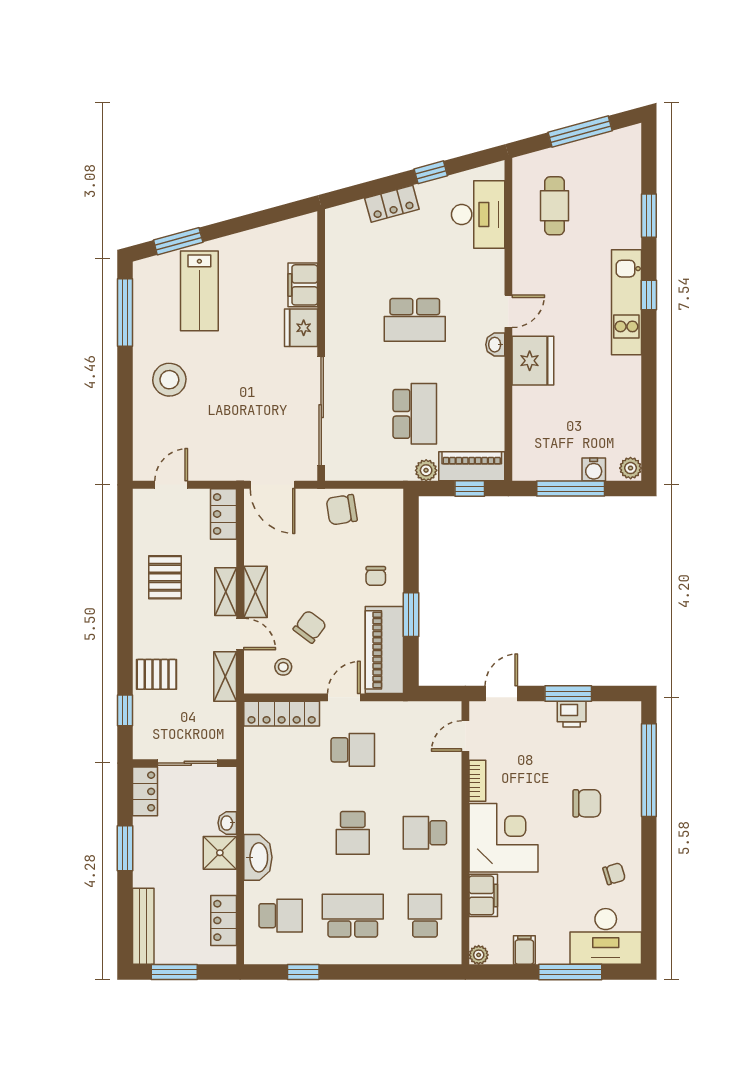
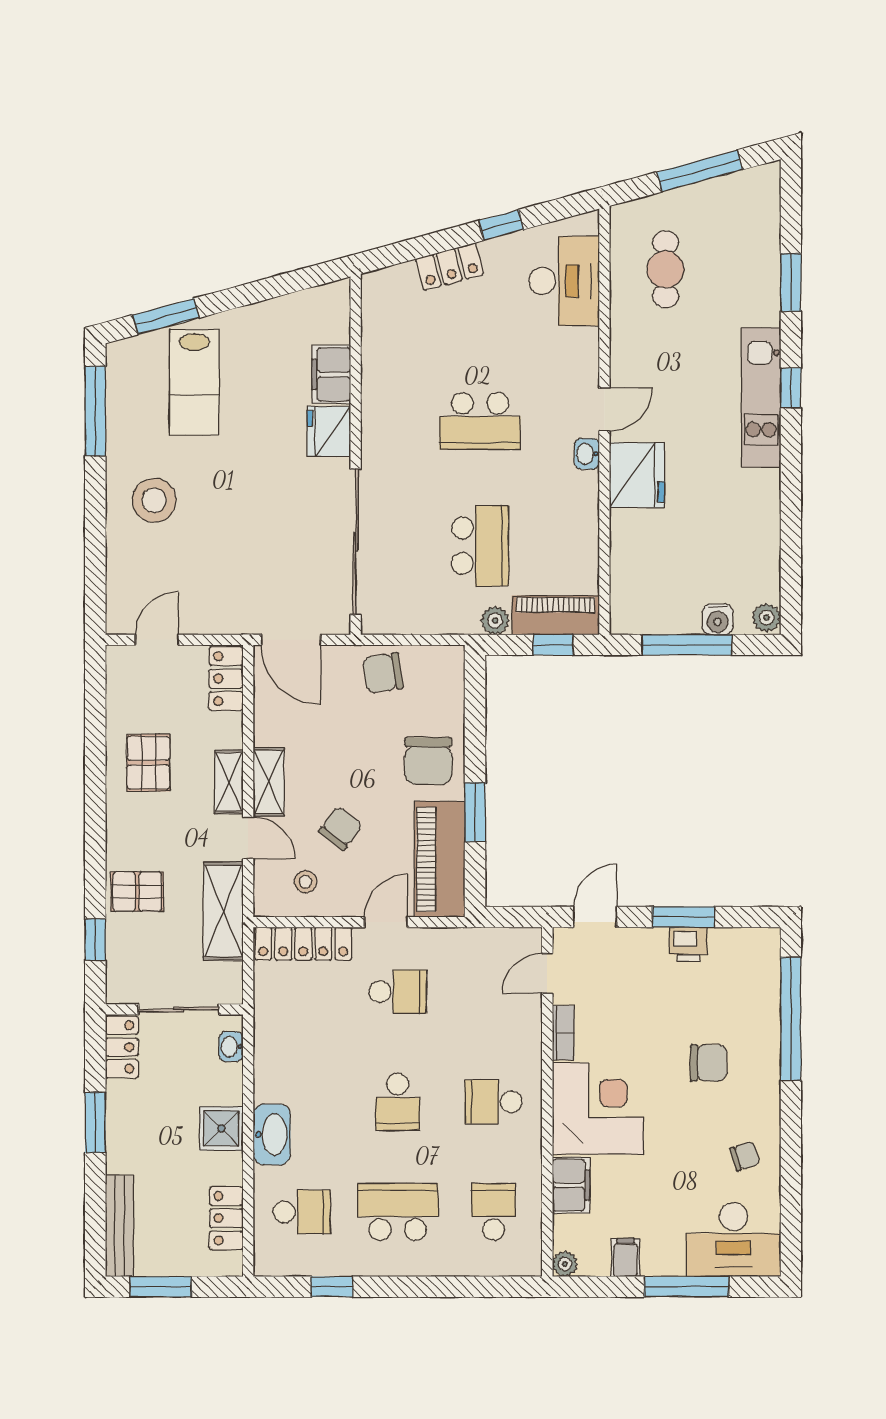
chair: (376, 576) -> (428, 761), width x1.87, depth x1.87
shelving: (225, 677) -> (223, 911), width x1.50, depth x1.33
washbasin: (227, 823) -> (231, 1047), moved

